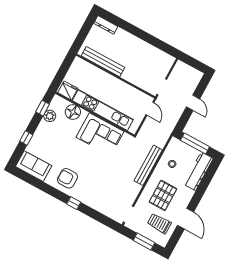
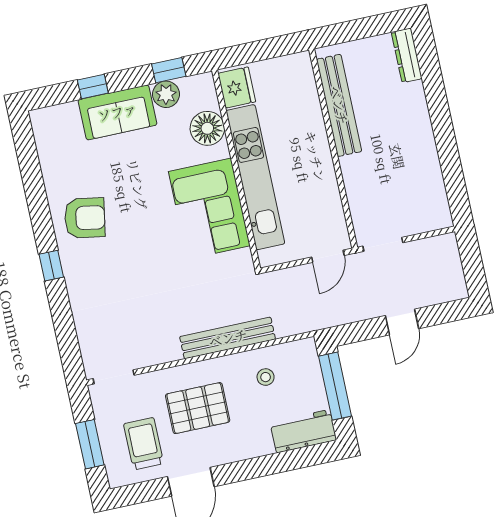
sofa: (34, 166) -> (117, 112), moved, turned 90
workbench: (198, 171) -> (303, 431), width x0.73
armchair: (67, 178) -> (85, 218), turned 100

